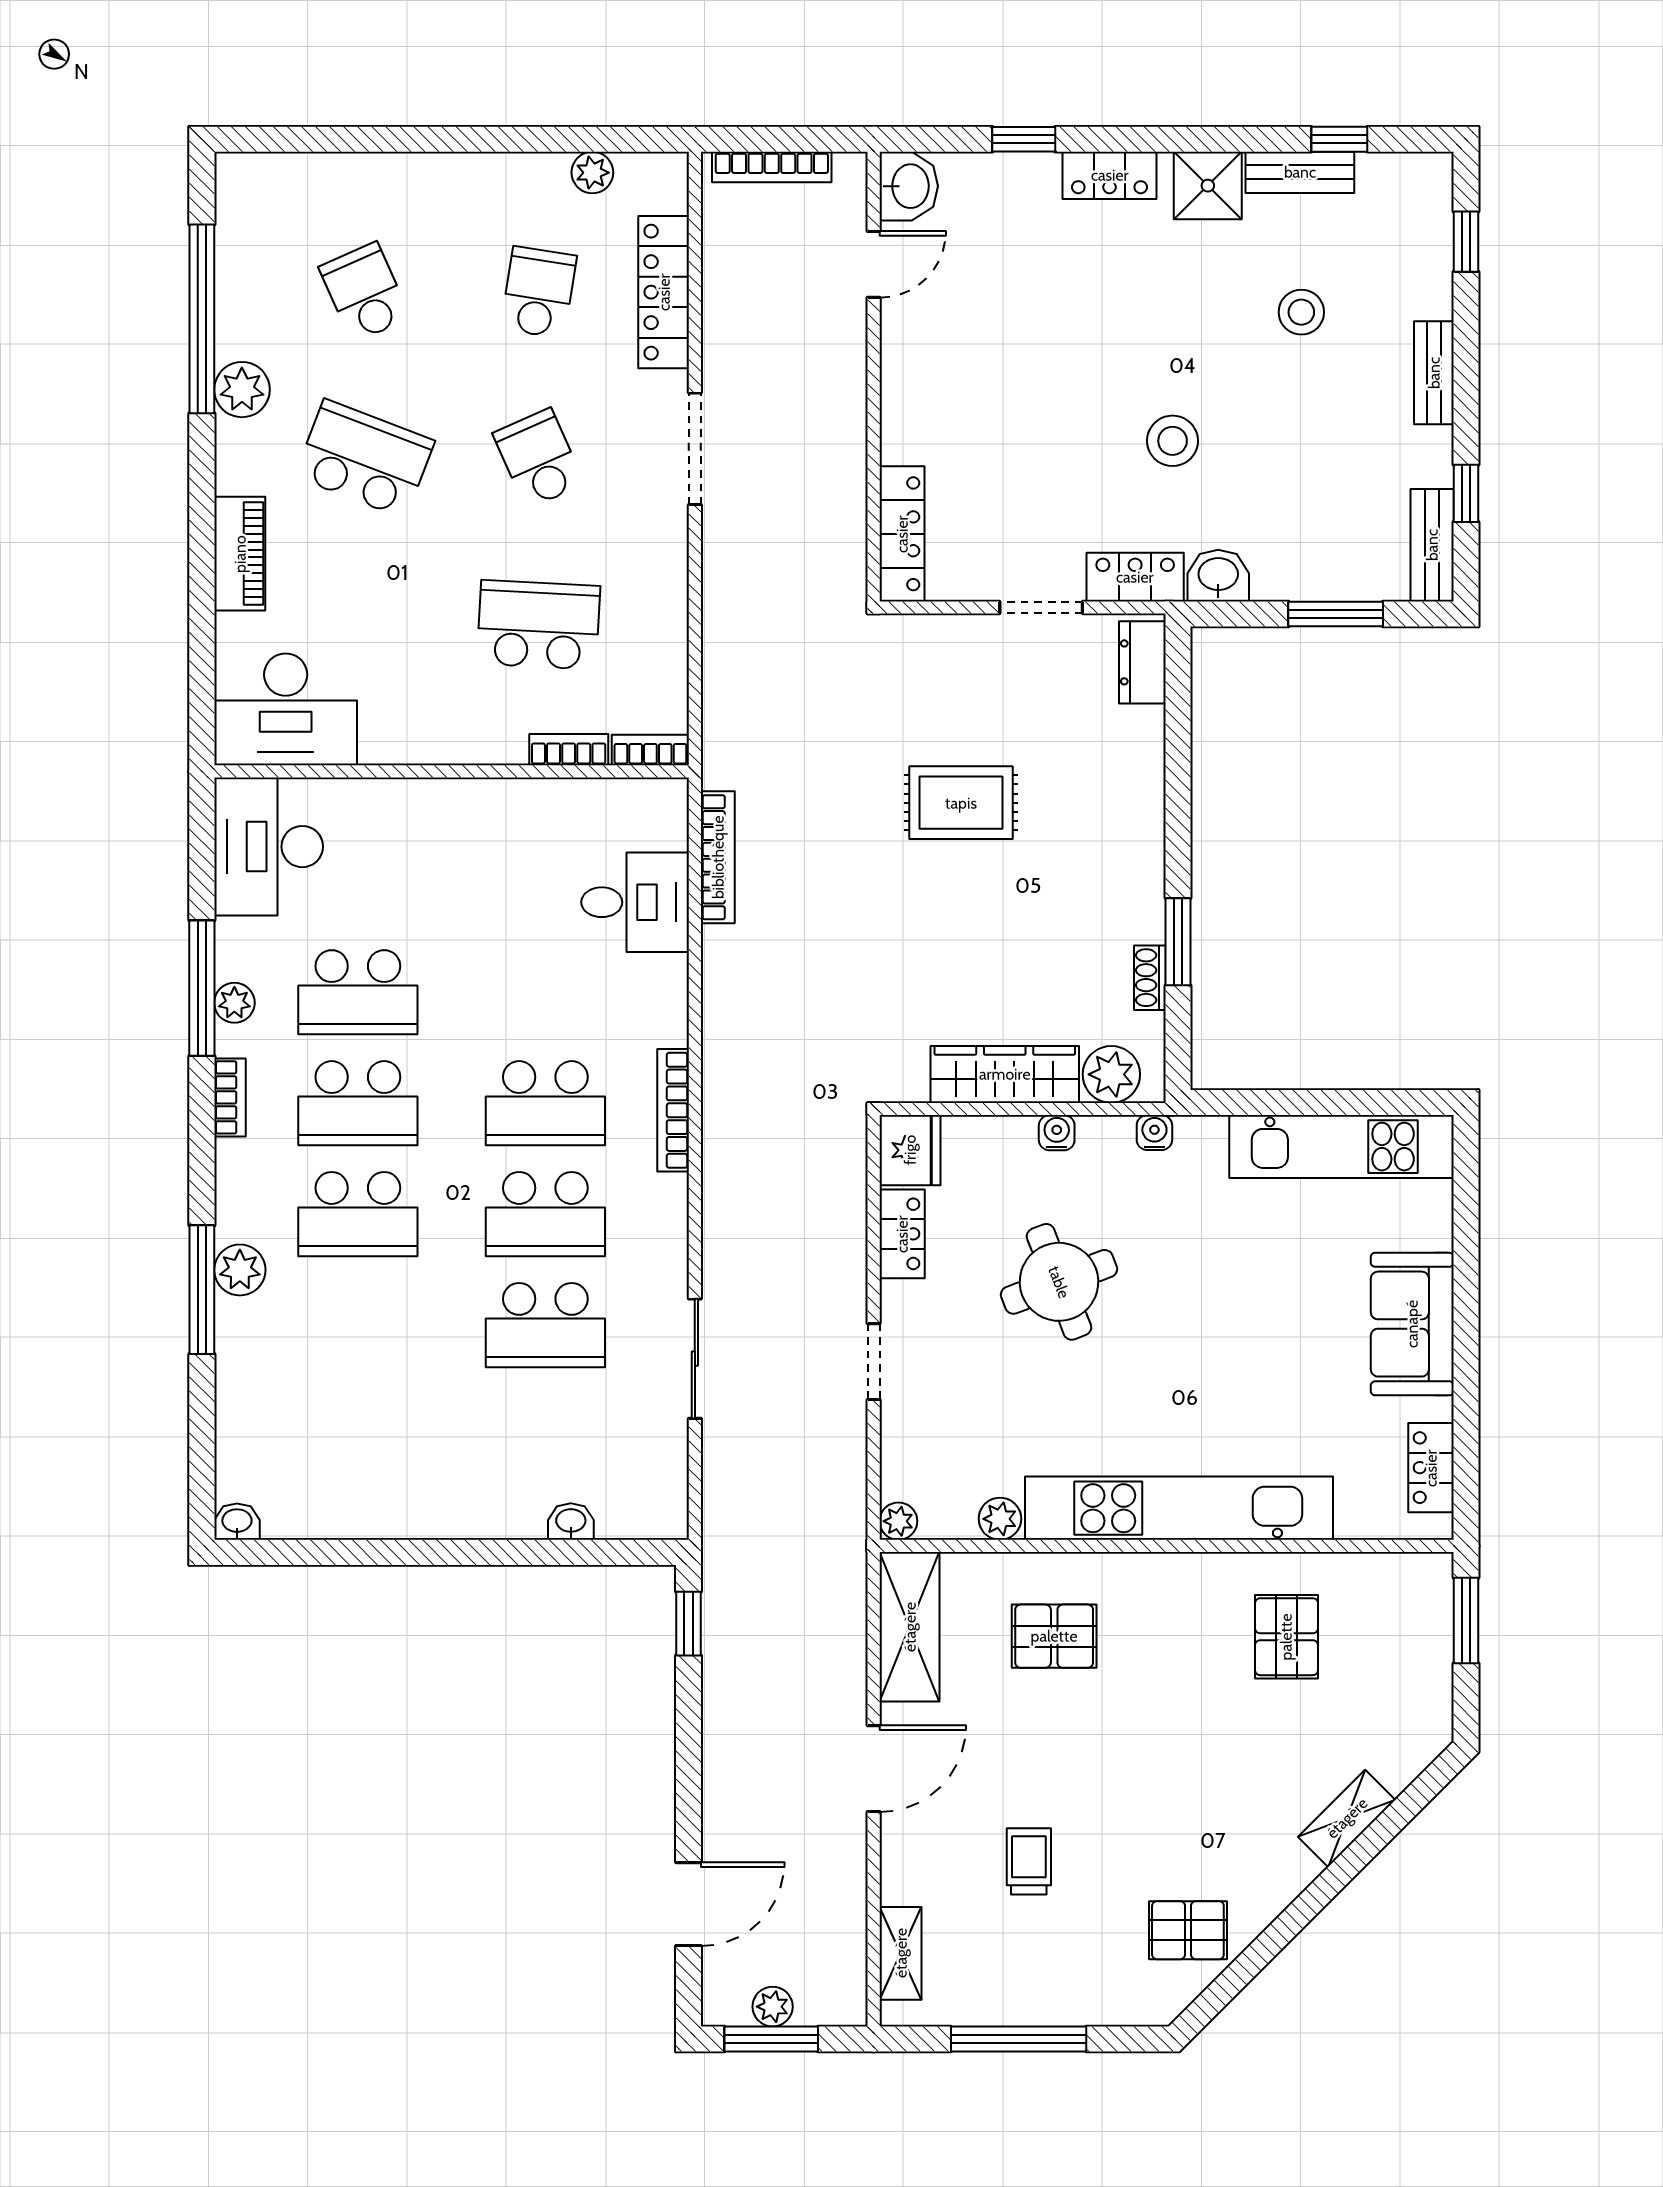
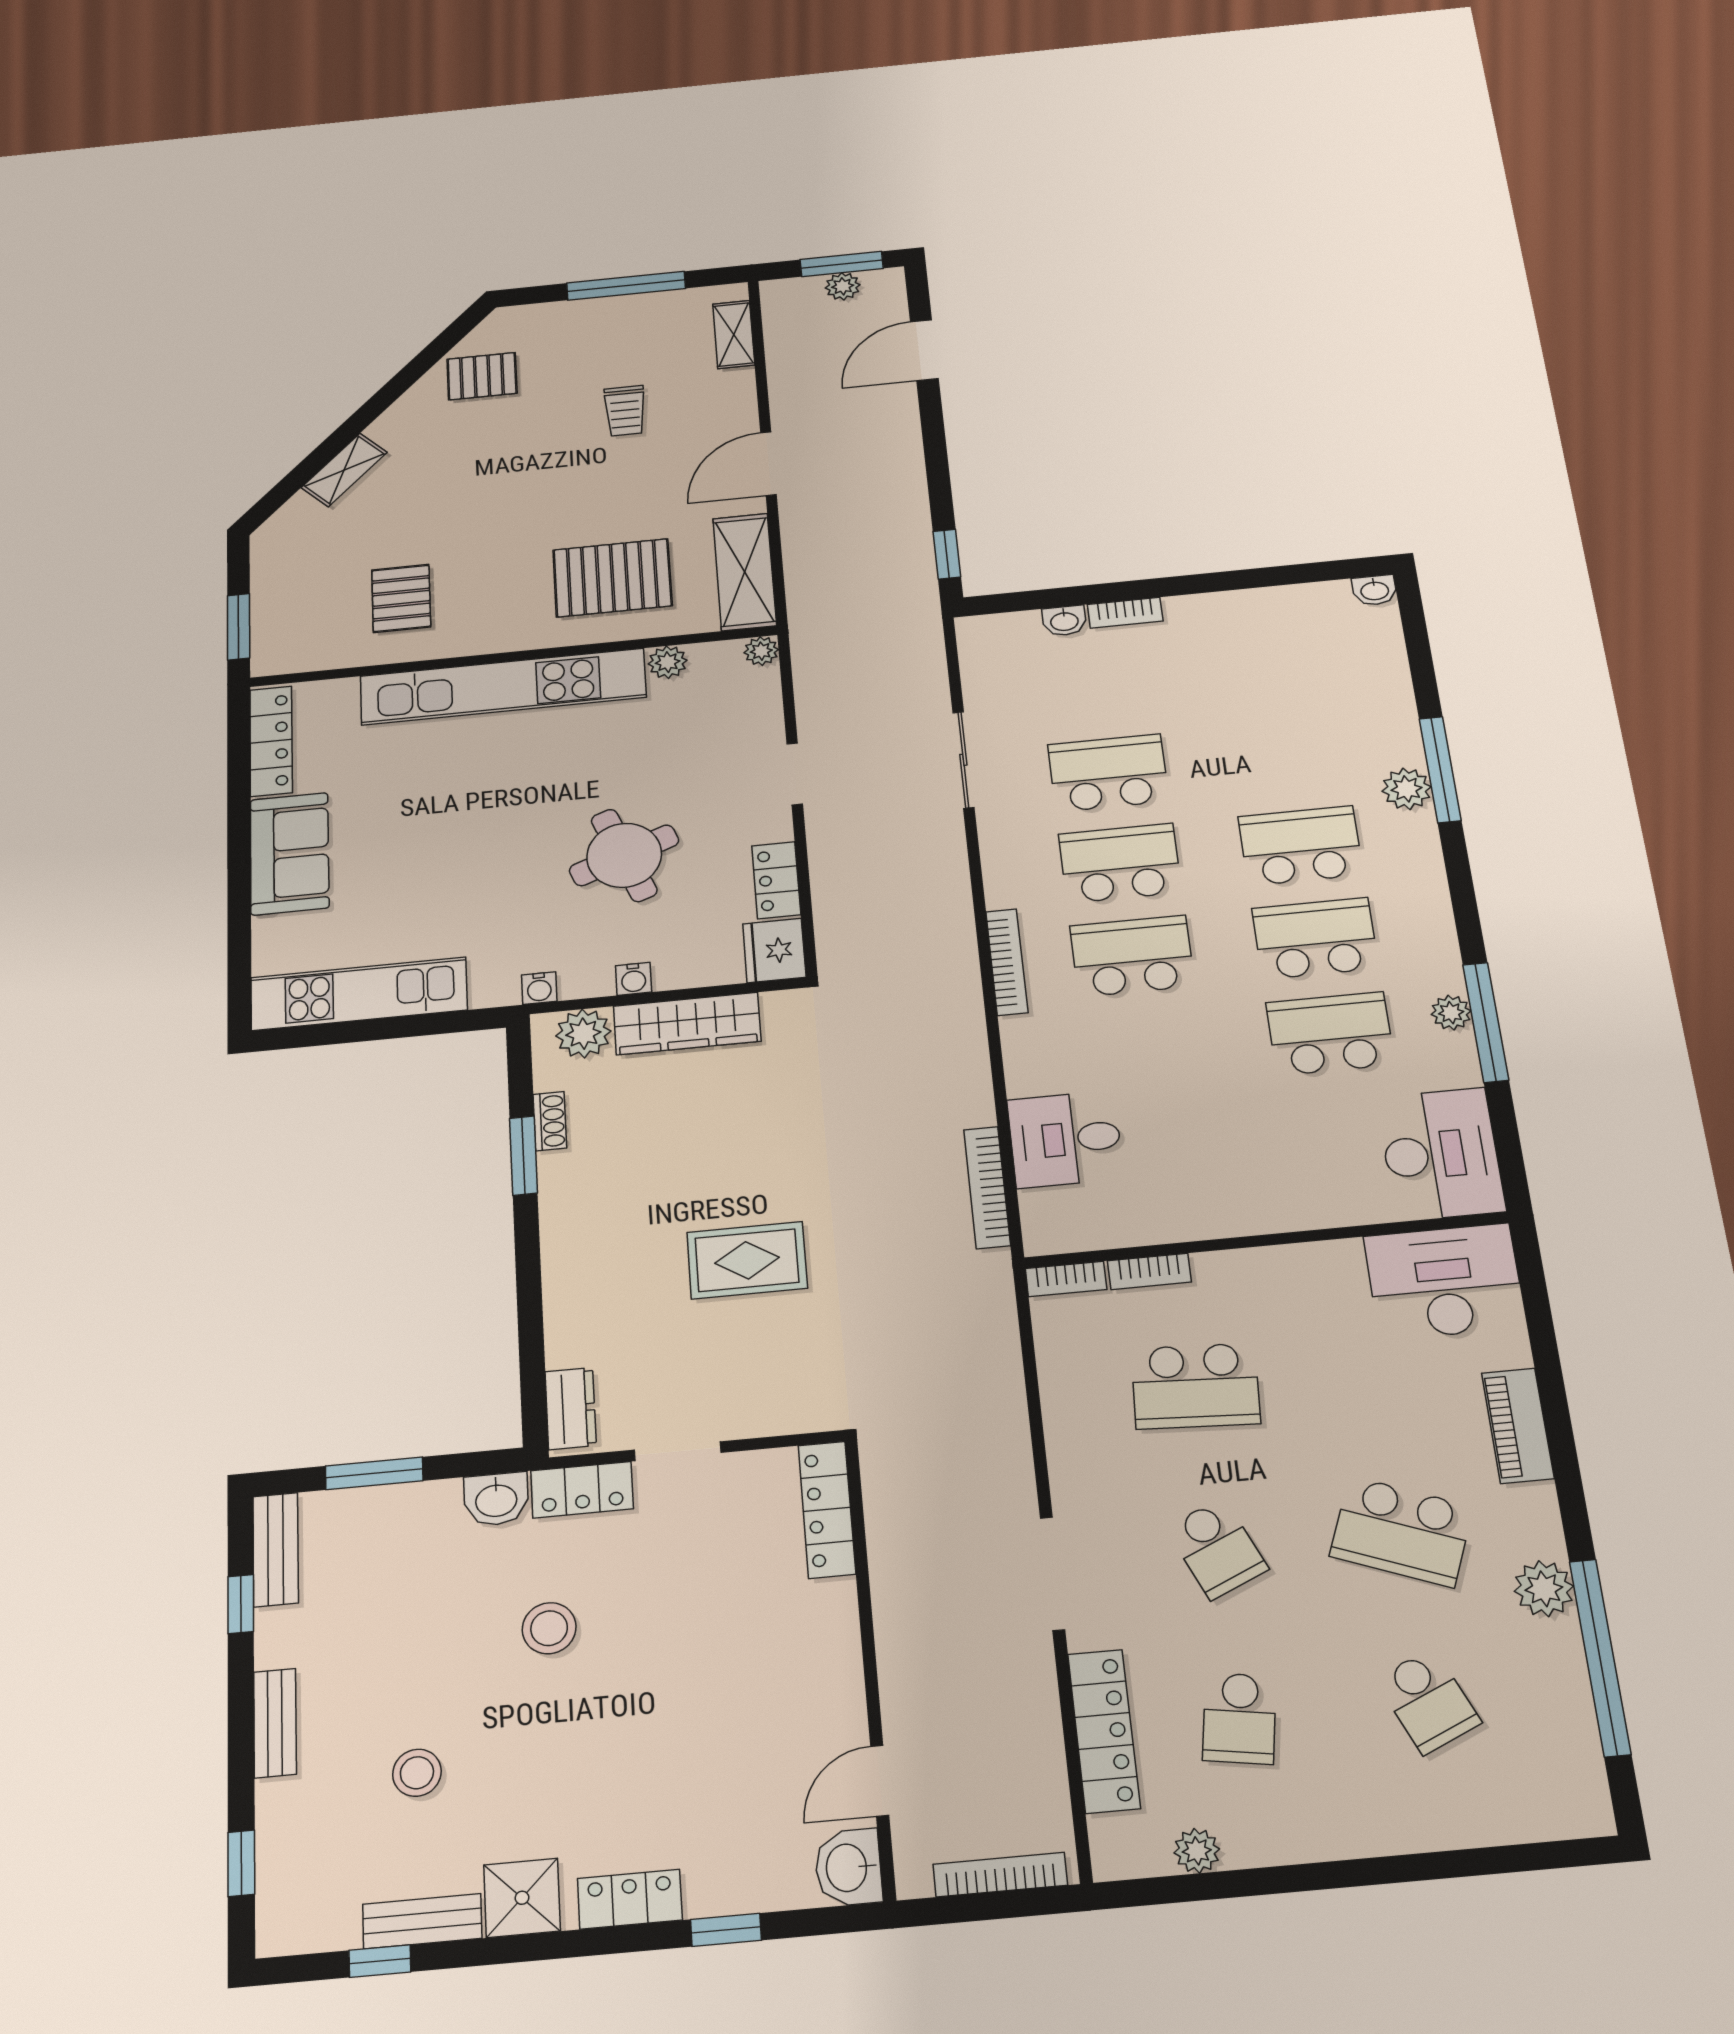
bookcase: (230, 1097) -> (1125, 613), moved, turned -90
locker: (1431, 1468) -> (271, 741), width x1.53
pallet: (1054, 1636) -> (612, 578), width x1.50, depth x1.42

